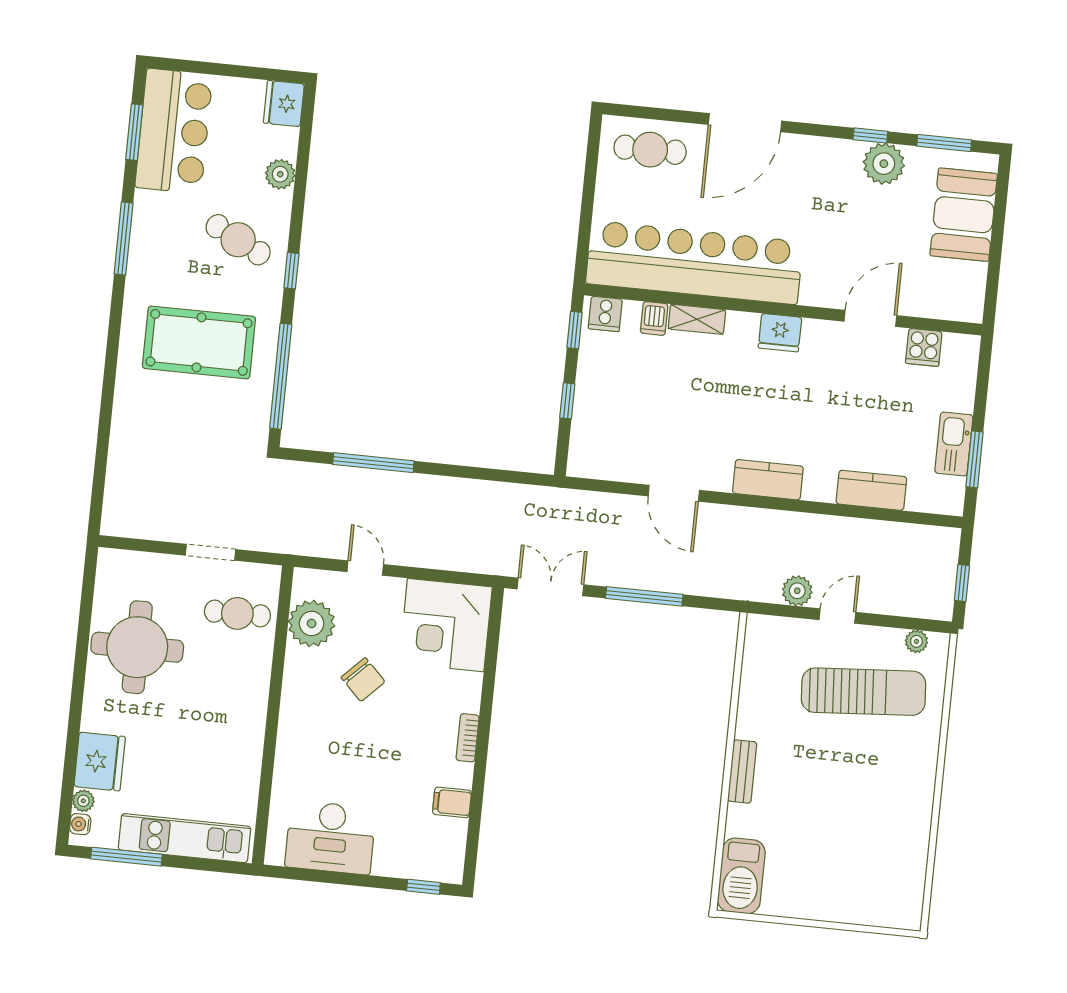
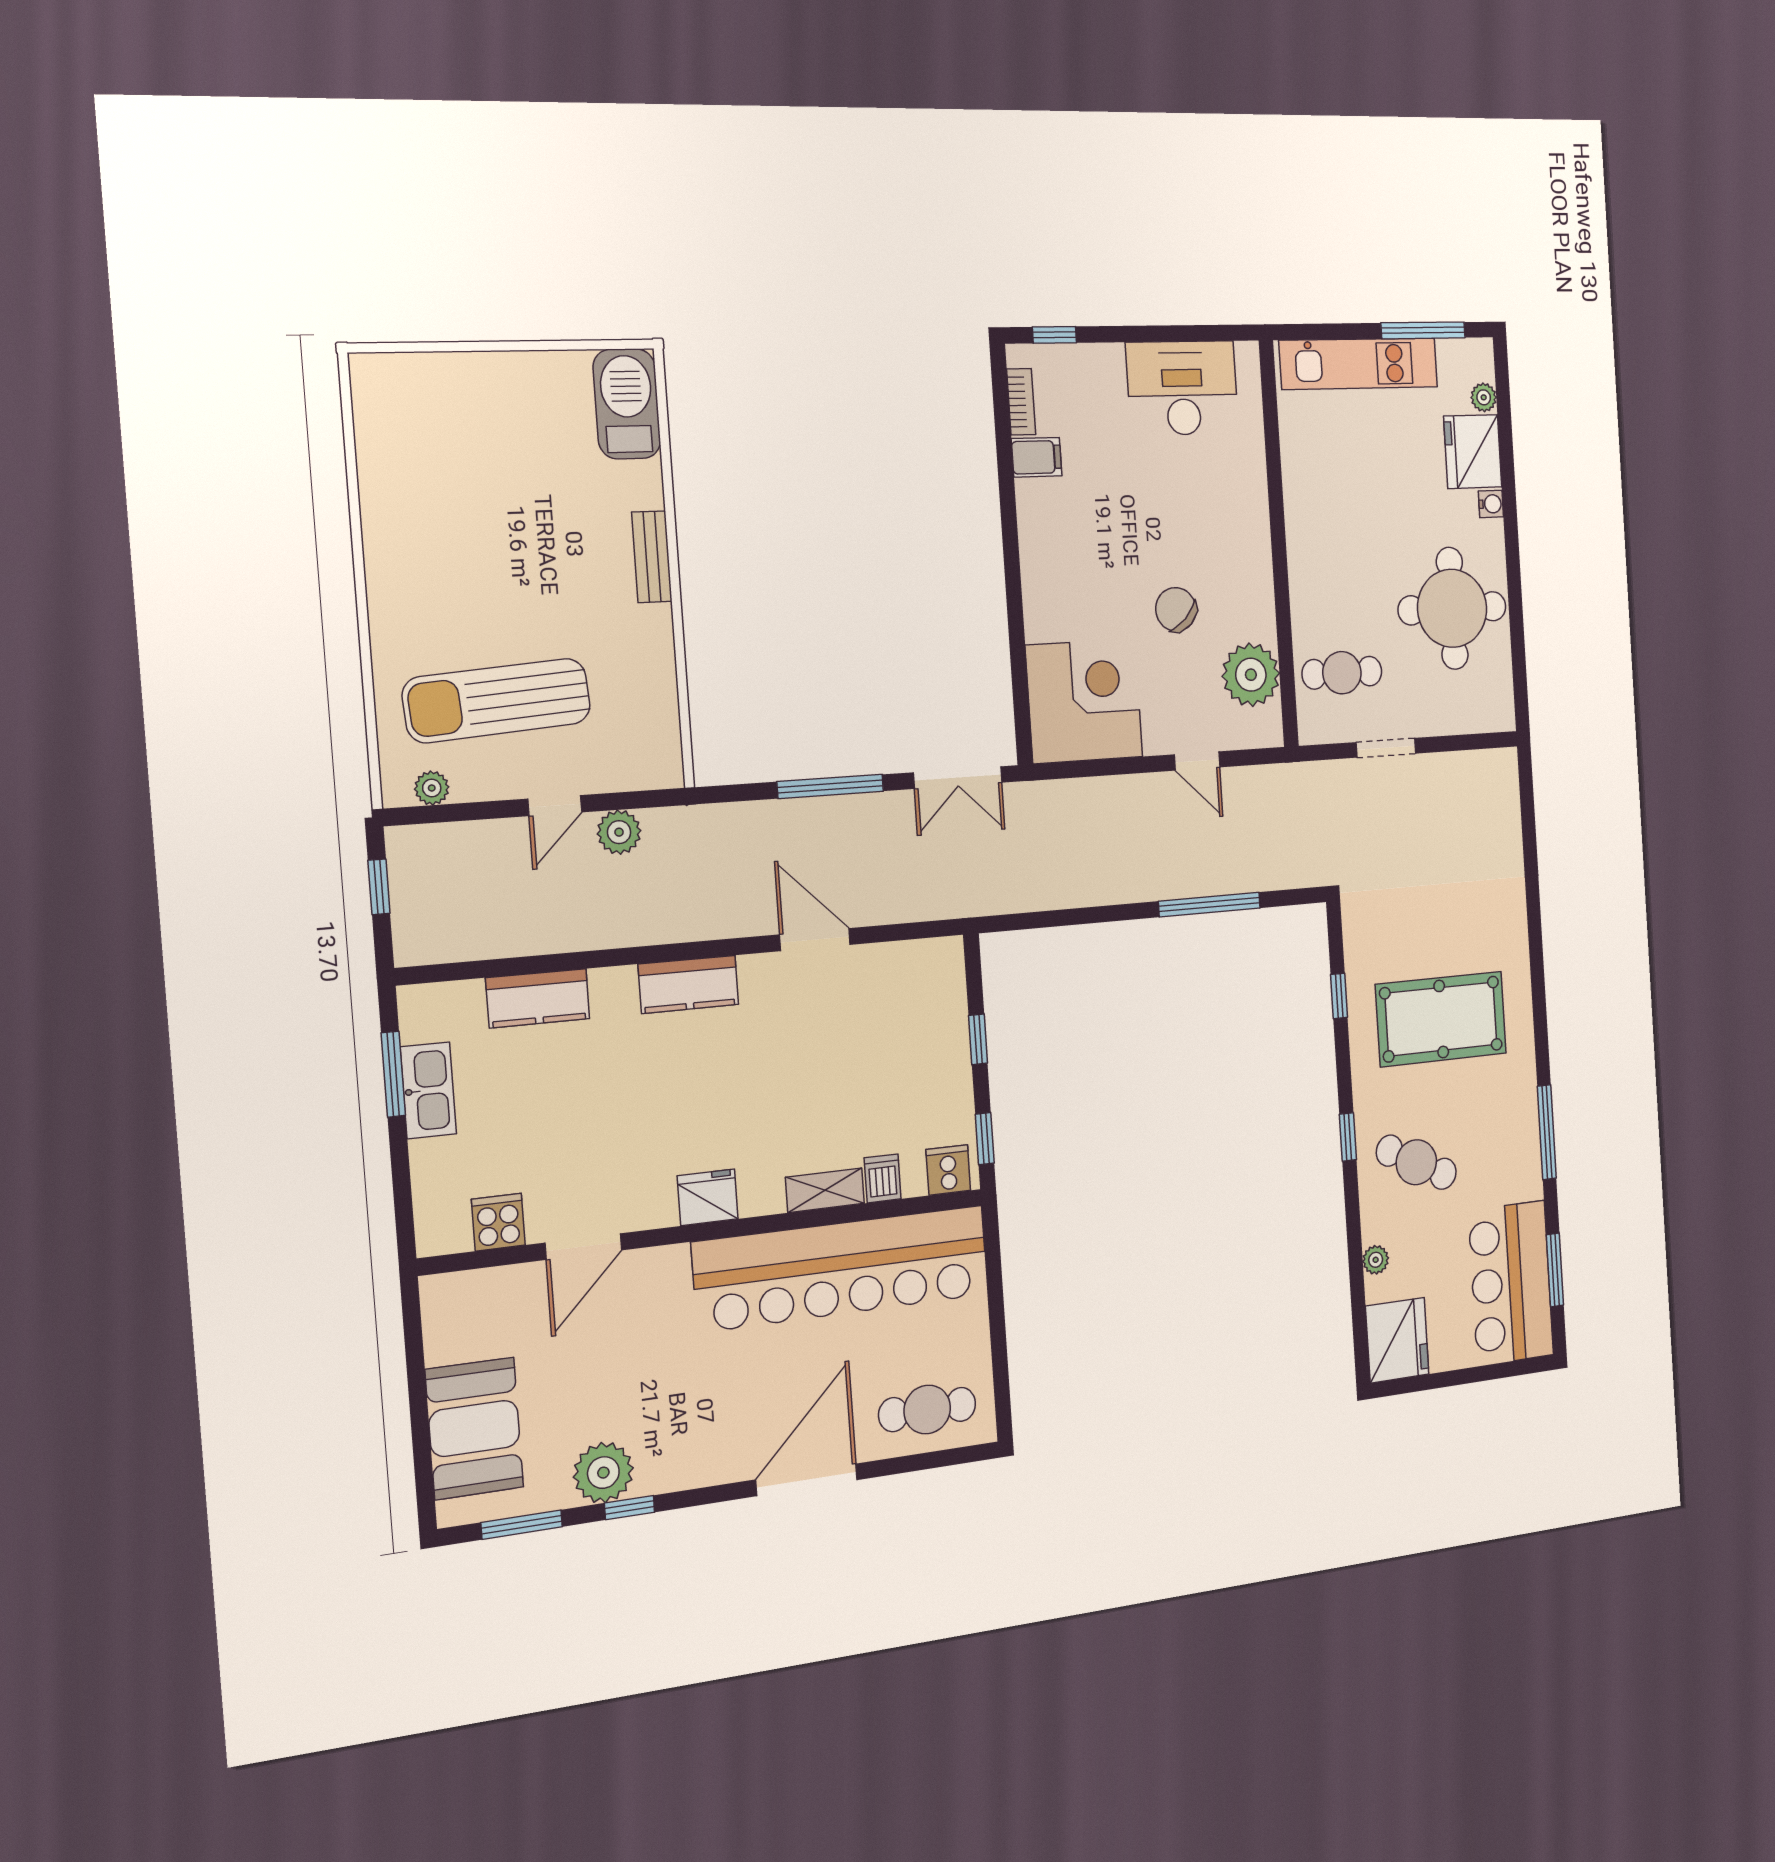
fridge: (284, 103) -> (1397, 1340), width x1.36, depth x1.34
plant: (280, 174) -> (1376, 1260), width x0.73, depth x0.73
window: (281, 376) -> (1339, 996), width x0.32
bookcase: (468, 738) -> (1021, 402), moved
water cooler: (80, 824) -> (1491, 504), moved

